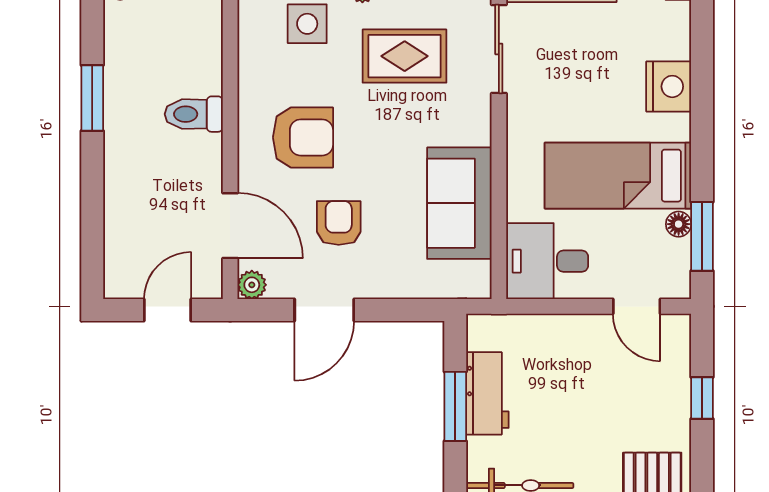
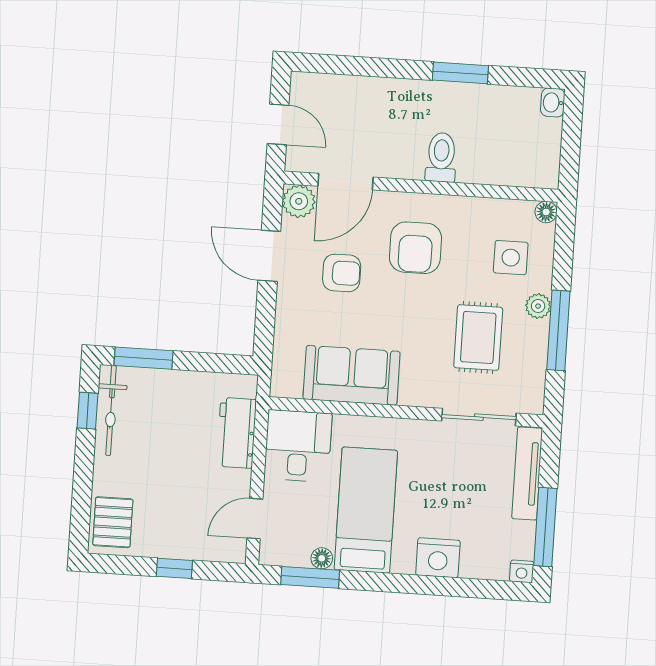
plant: (252, 285) -> (299, 201), width x1.38, depth x1.38
workbench: (487, 393) -> (237, 433), moved, turned 90
window: (455, 406) -> (143, 358), moved

